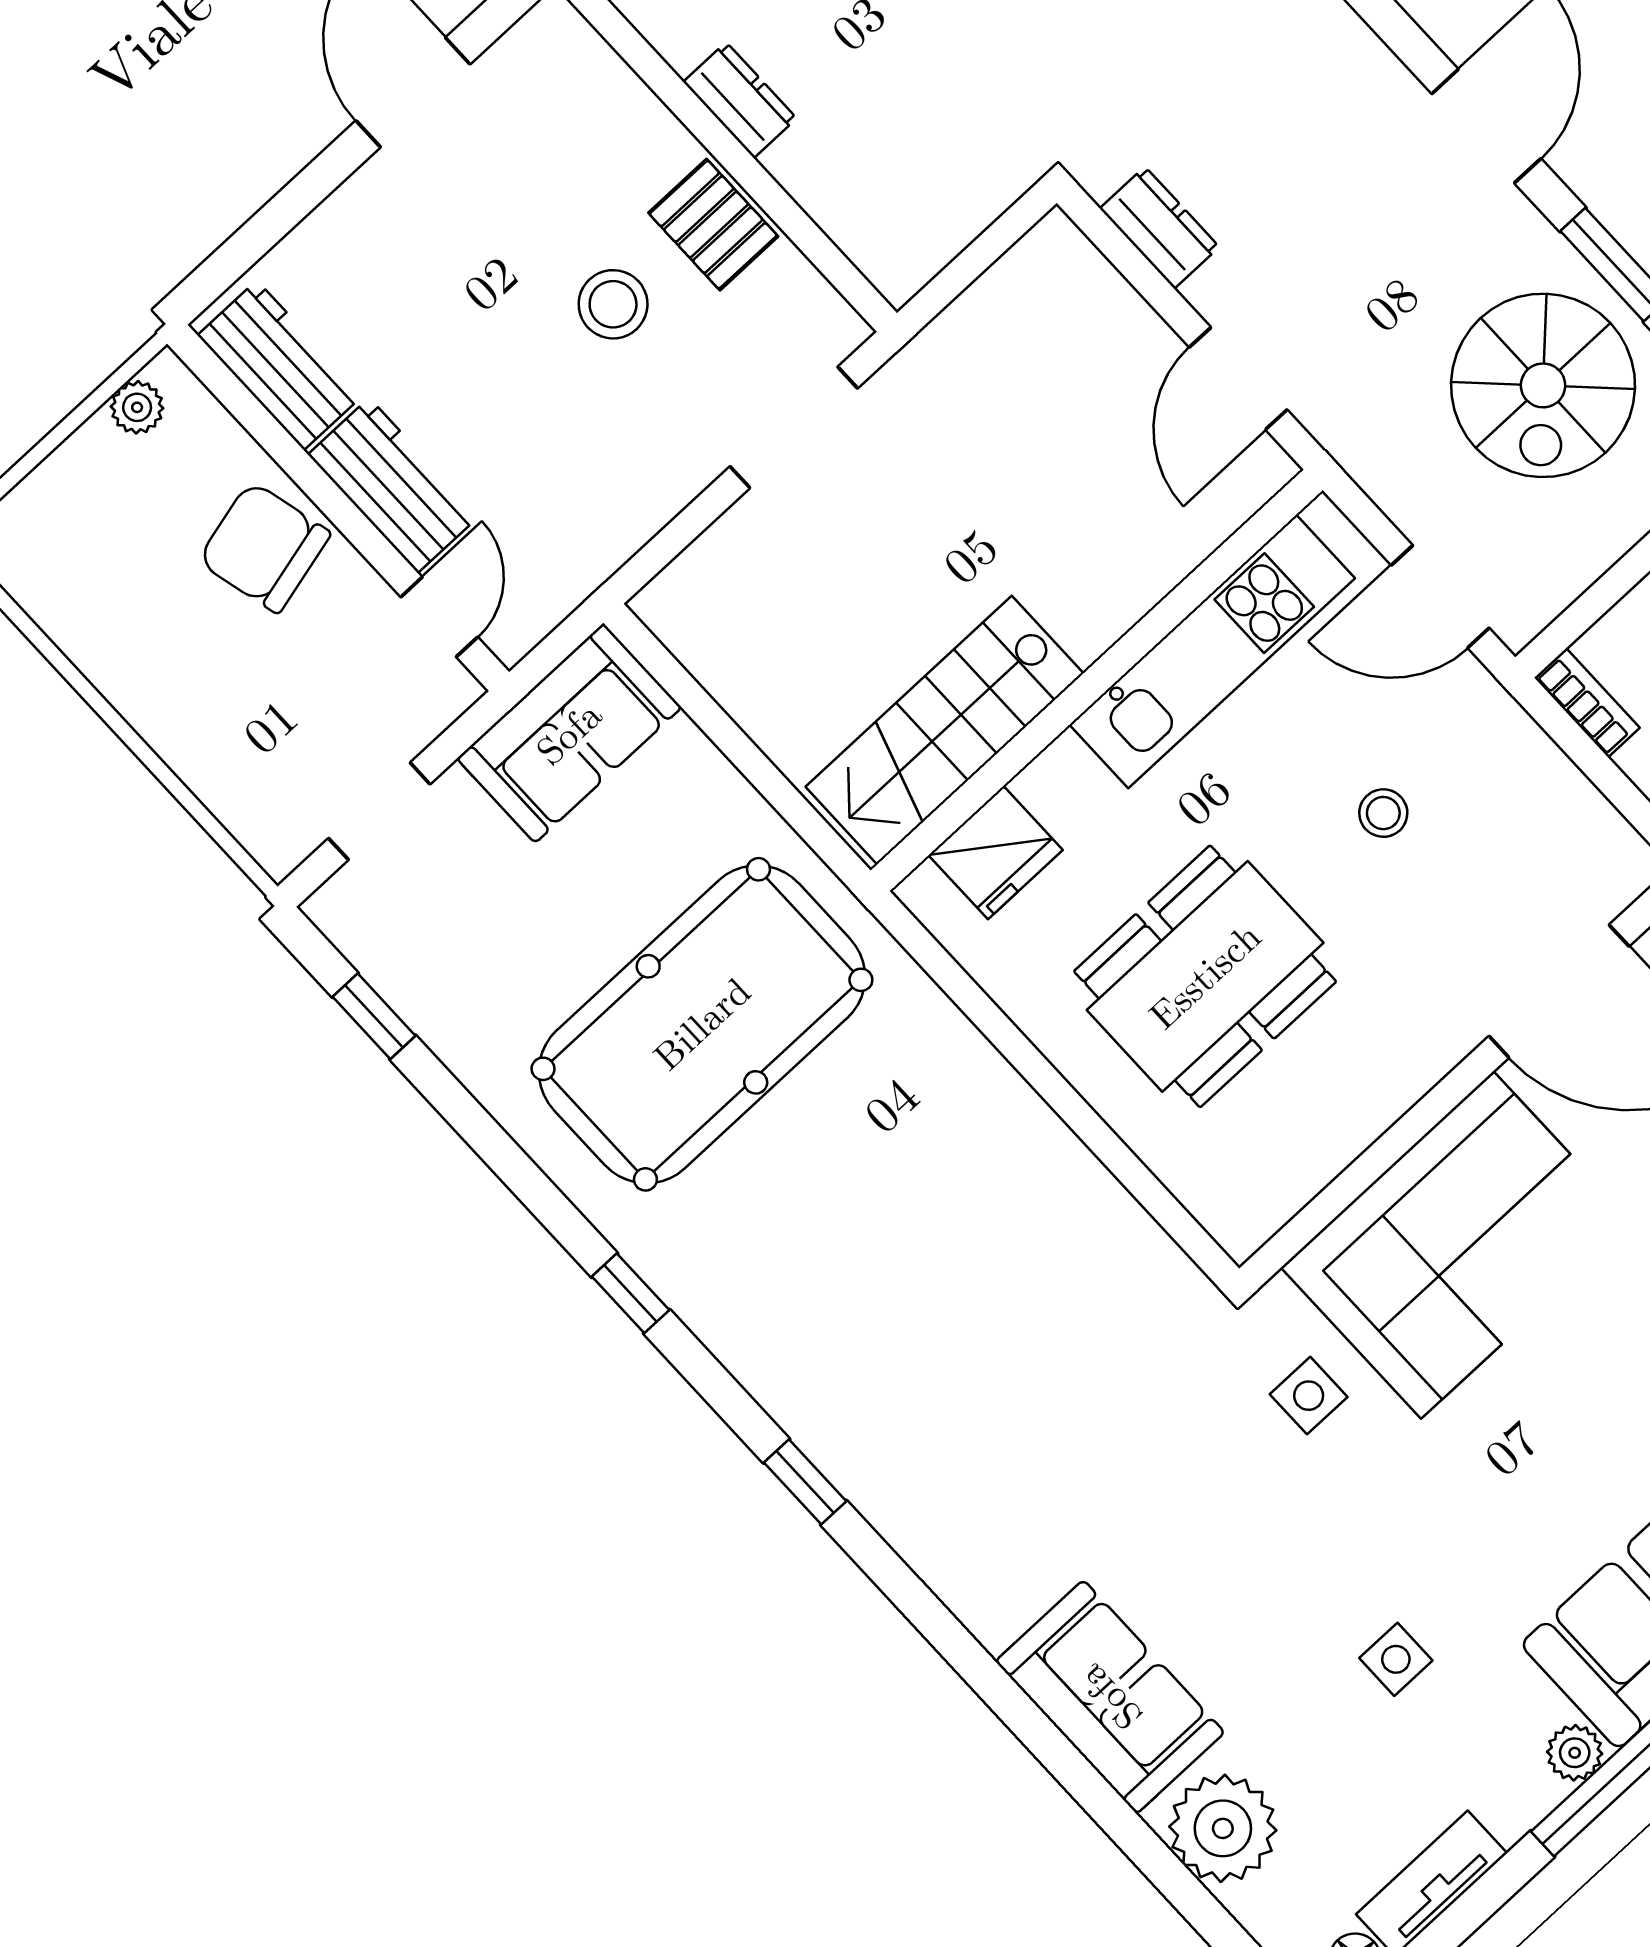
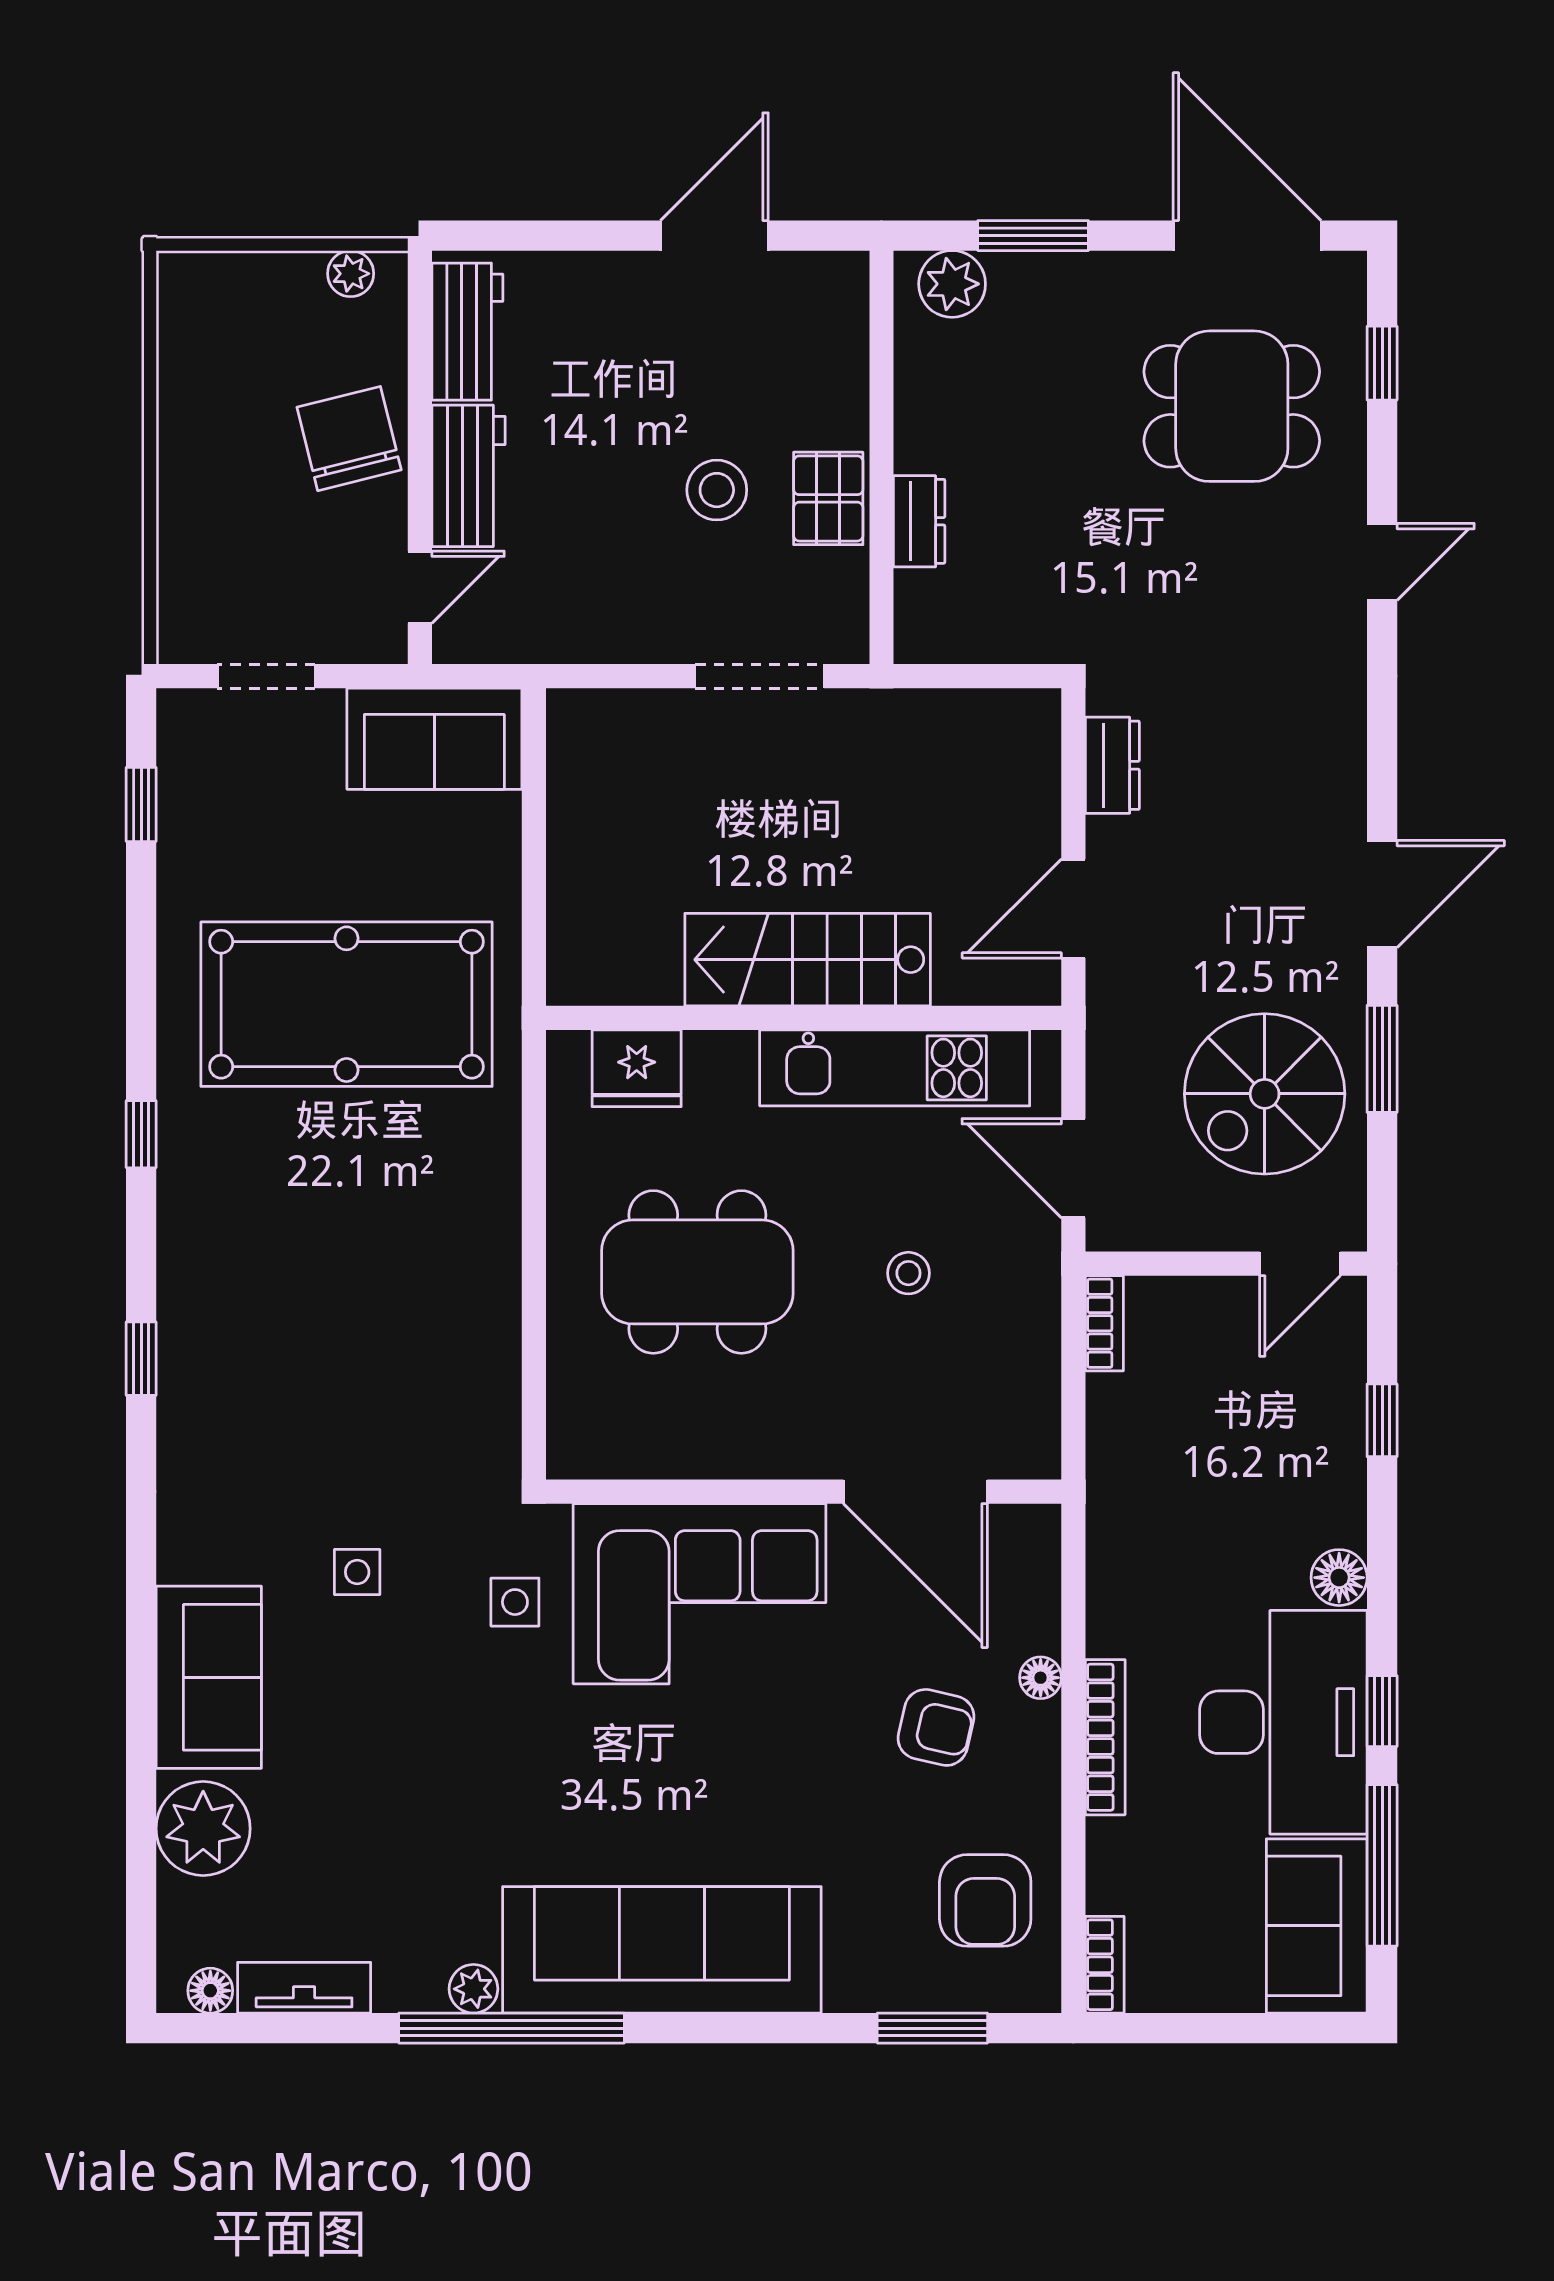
dresser: (740, 100) -> (919, 521), moved
stairs: (945, 730) -> (808, 960), moved
side table: (1396, 1659) -> (357, 1572), moved

